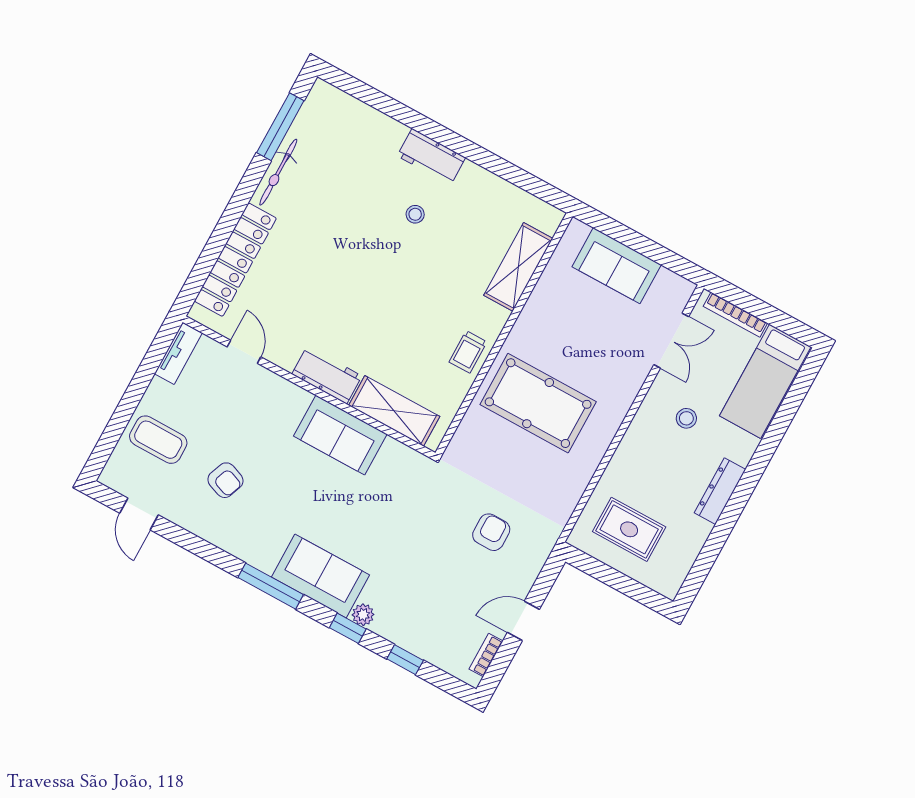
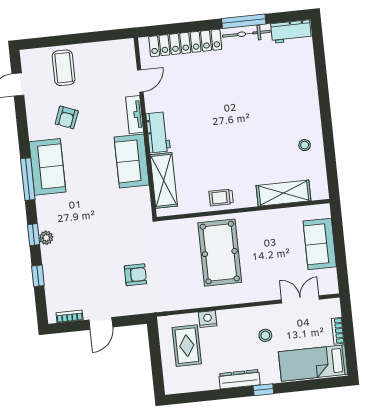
window: (280, 127) -> (244, 21), moved
workbench: (431, 157) -> (291, 32), moved, turned -90
stool: (415, 214) -> (305, 145), moved
bookcase: (735, 315) -> (338, 331), width x0.64
double door: (671, 341) -> (300, 299), swing flipped
tv unit: (178, 353) -> (135, 115), moved, turned 90
window: (755, 470) -> (263, 390), added
nightstand: (613, 478) -> (208, 319), added
sofa: (321, 576) -> (47, 167), moved
door: (523, 621) -> (101, 324), swing flipped

